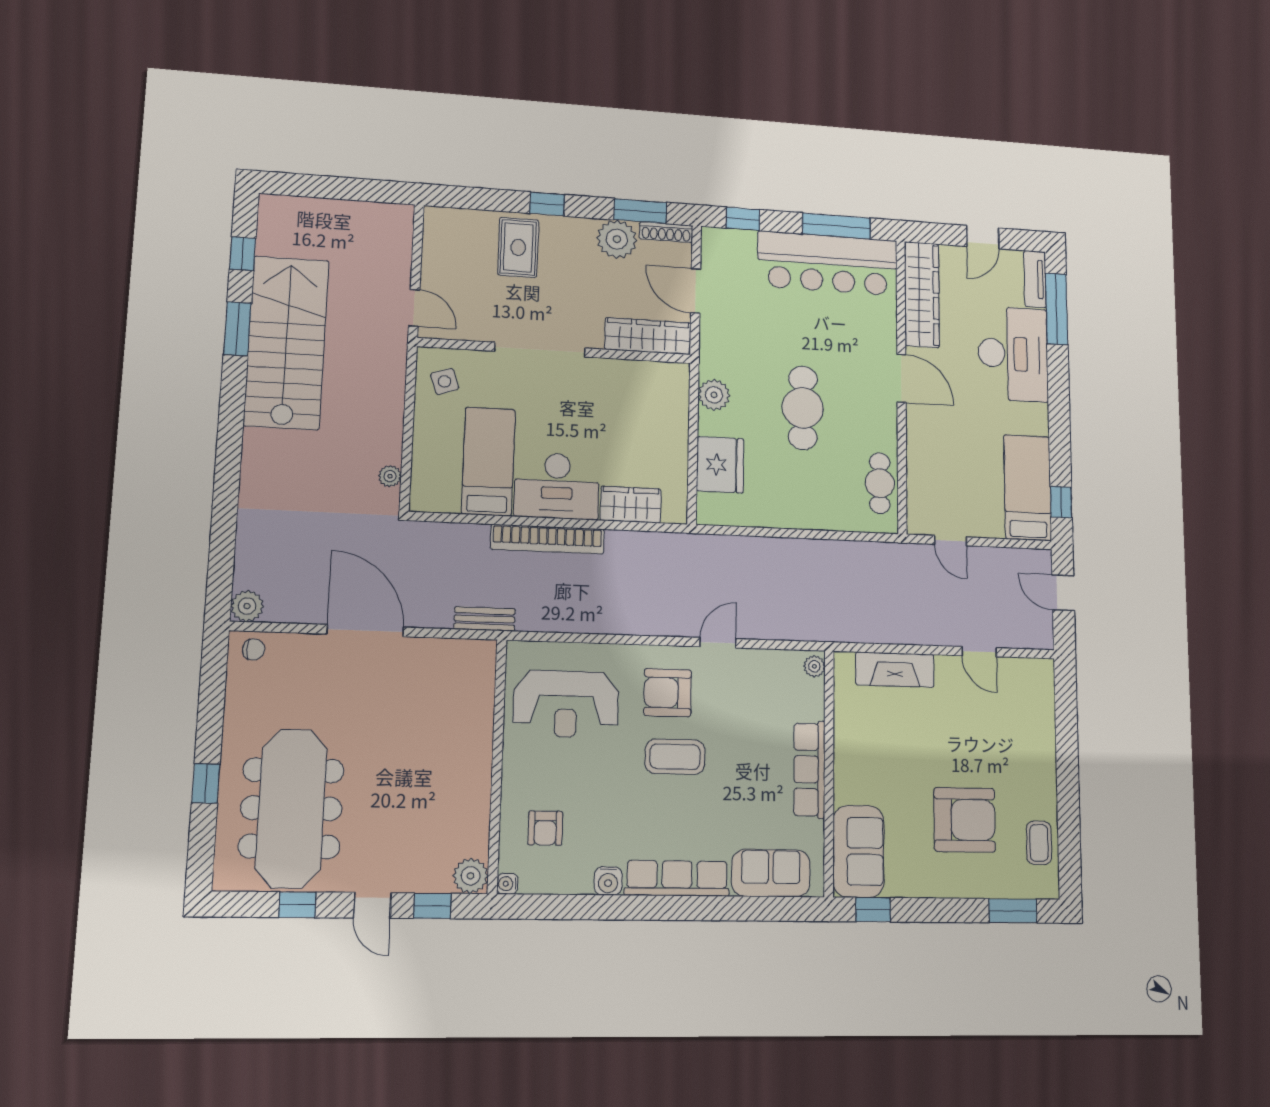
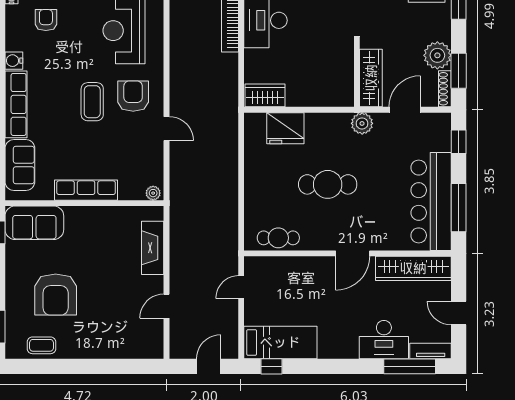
desk: (1013, 354) -> (384, 340), width x0.73, depth x0.77
plant: (714, 395) -> (362, 123), moved
wardrobe: (631, 505) -> (265, 95), moved, turned -90
armchair: (545, 828) -> (46, 20), turned 90

